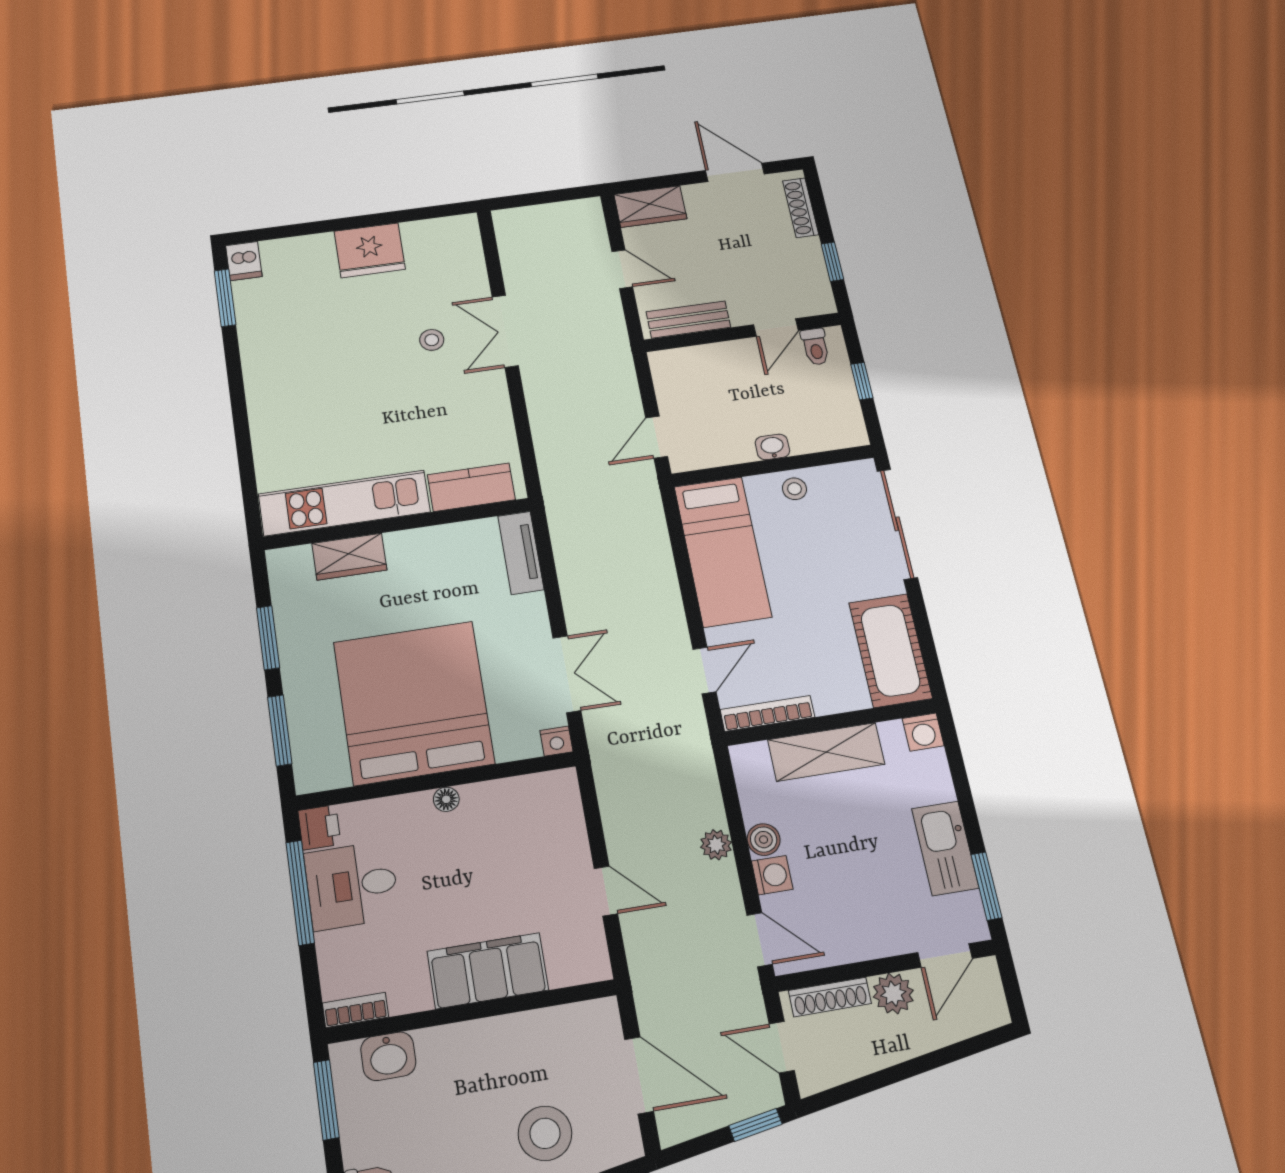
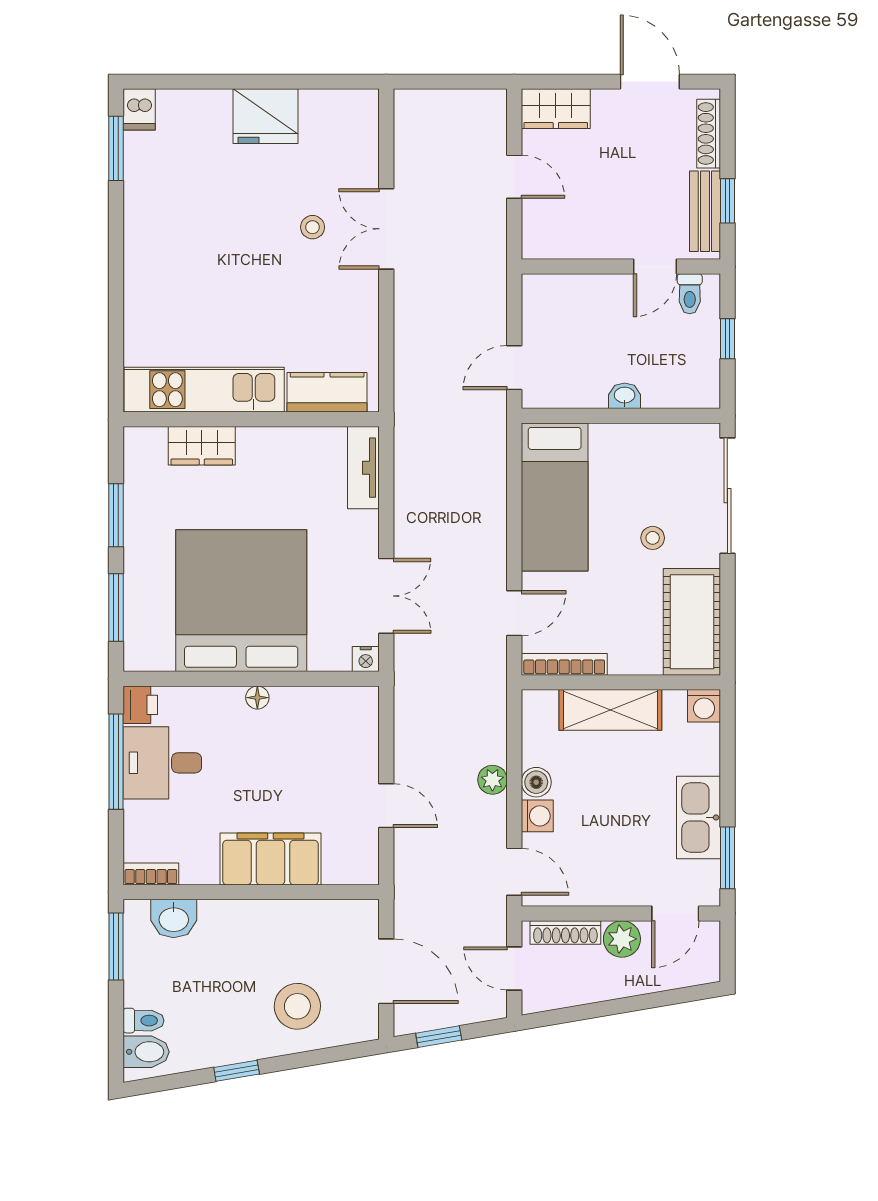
bench: (688, 320) -> (705, 211), moved, turned 90
stool: (794, 489) -> (653, 538), moved
window: (755, 1125) -> (439, 1037), moved

